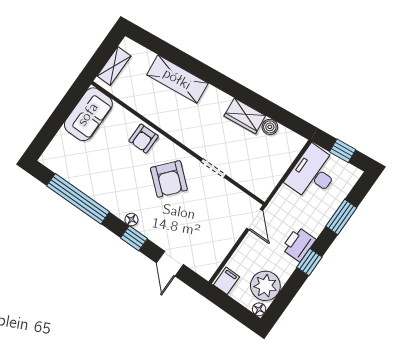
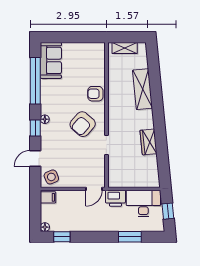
sofa: (88, 114) -> (51, 60), moved, turned -90
boiler: (270, 127) -> (152, 160), removed
printer: (299, 244) -> (115, 198), moved, turned 180
side table: (205, 260) -> (51, 177), added
window: (309, 262) -> (62, 237), moved
plant: (265, 286) -> (61, 221), removed

